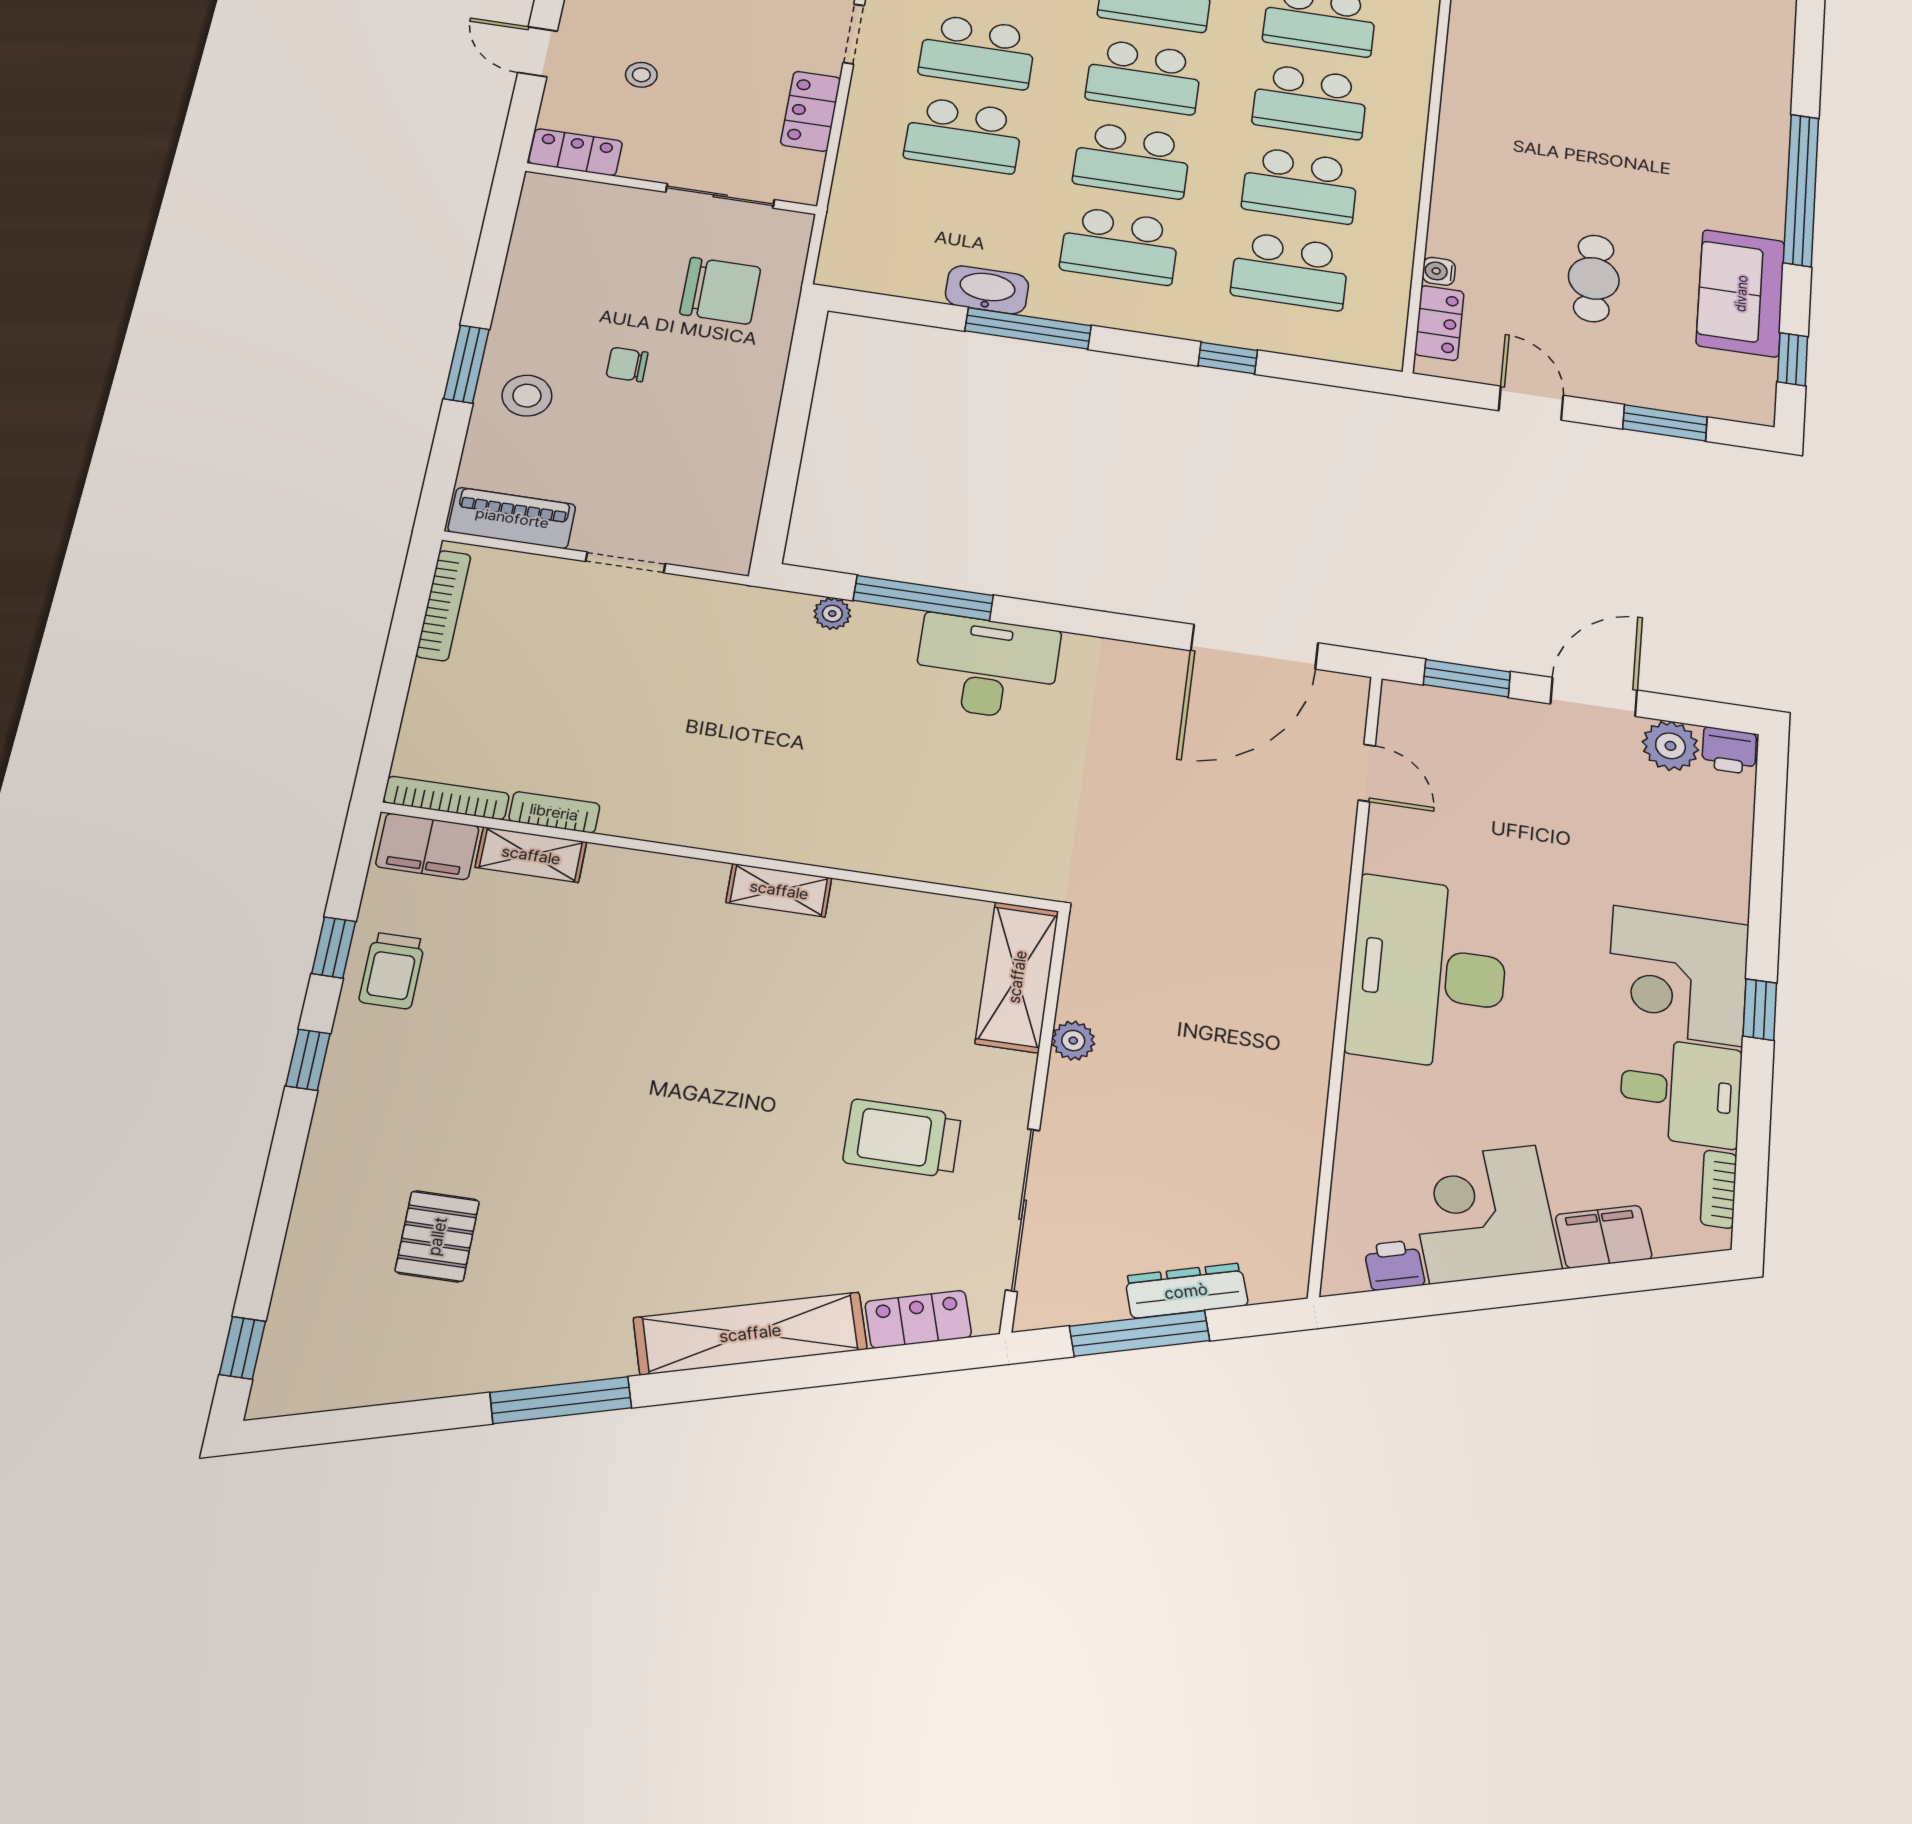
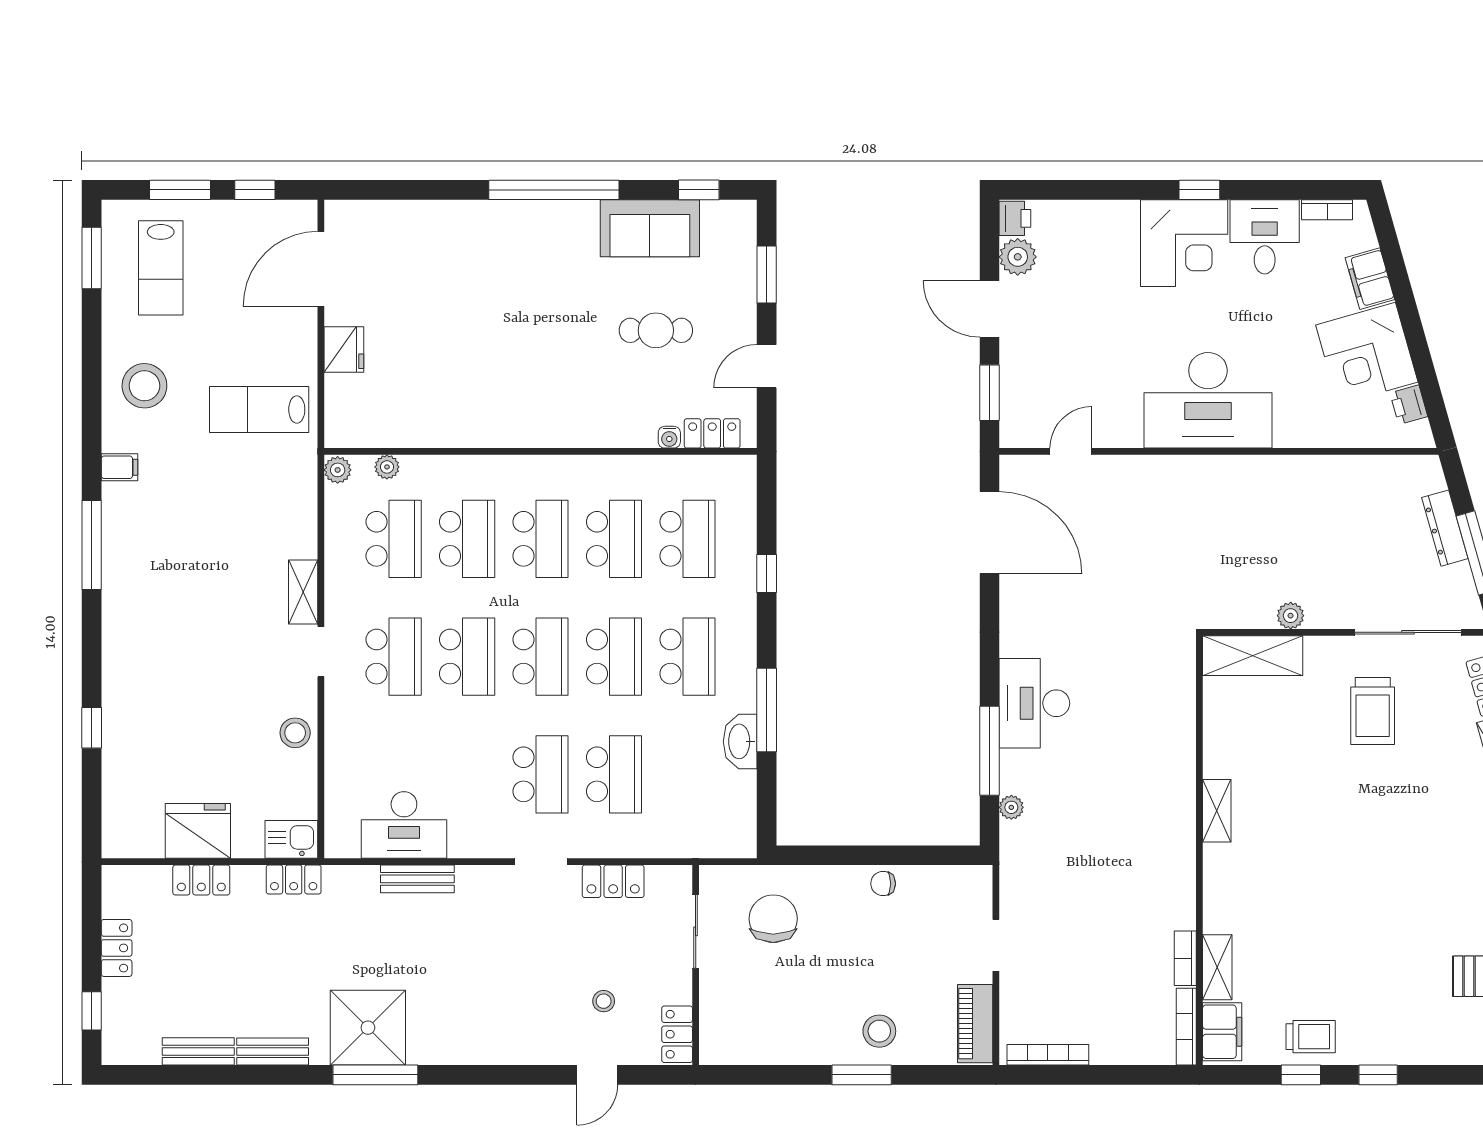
chair: (627, 365) -> (883, 884), moved, turned 90

